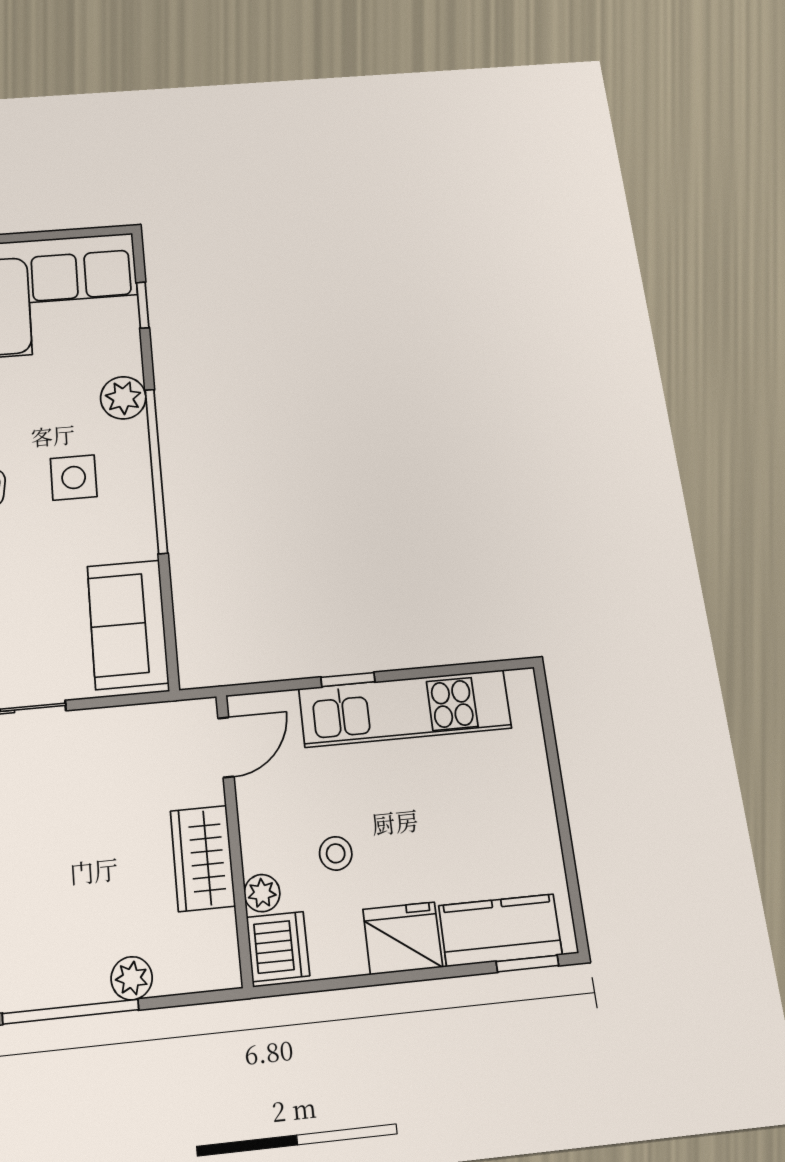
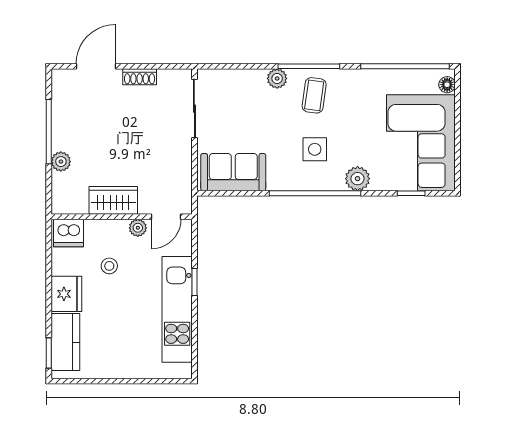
door: (226, 747) -> (166, 217), hinge flipped
plant: (262, 893) -> (138, 228), moved

